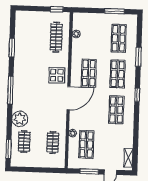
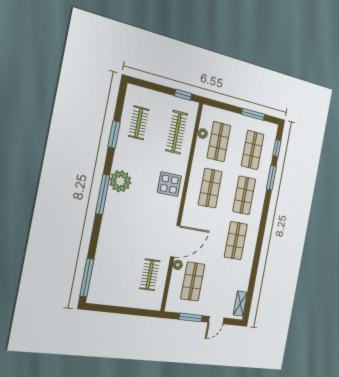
shop shelf: (90, 37) -> (219, 142), added
window: (137, 95) -> (277, 148), moved
door: (69, 98) -> (175, 241), moved
plant: (20, 119) -> (120, 181), moved
clothes rail: (24, 142) -> (139, 123), moved
window: (8, 149) -> (87, 278), width x1.44

